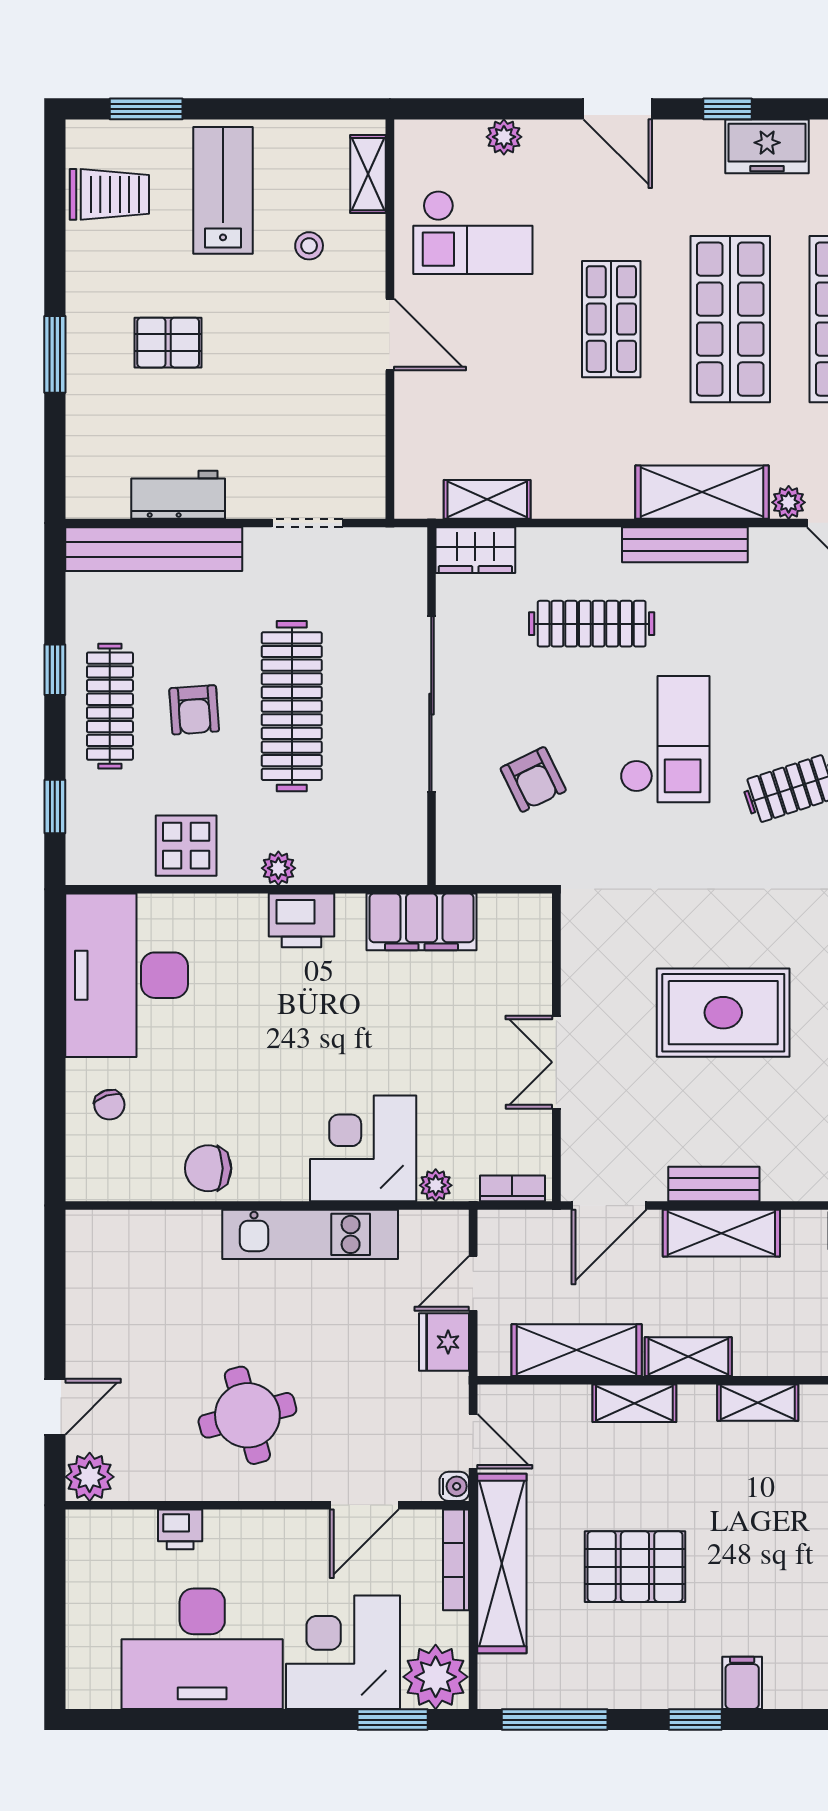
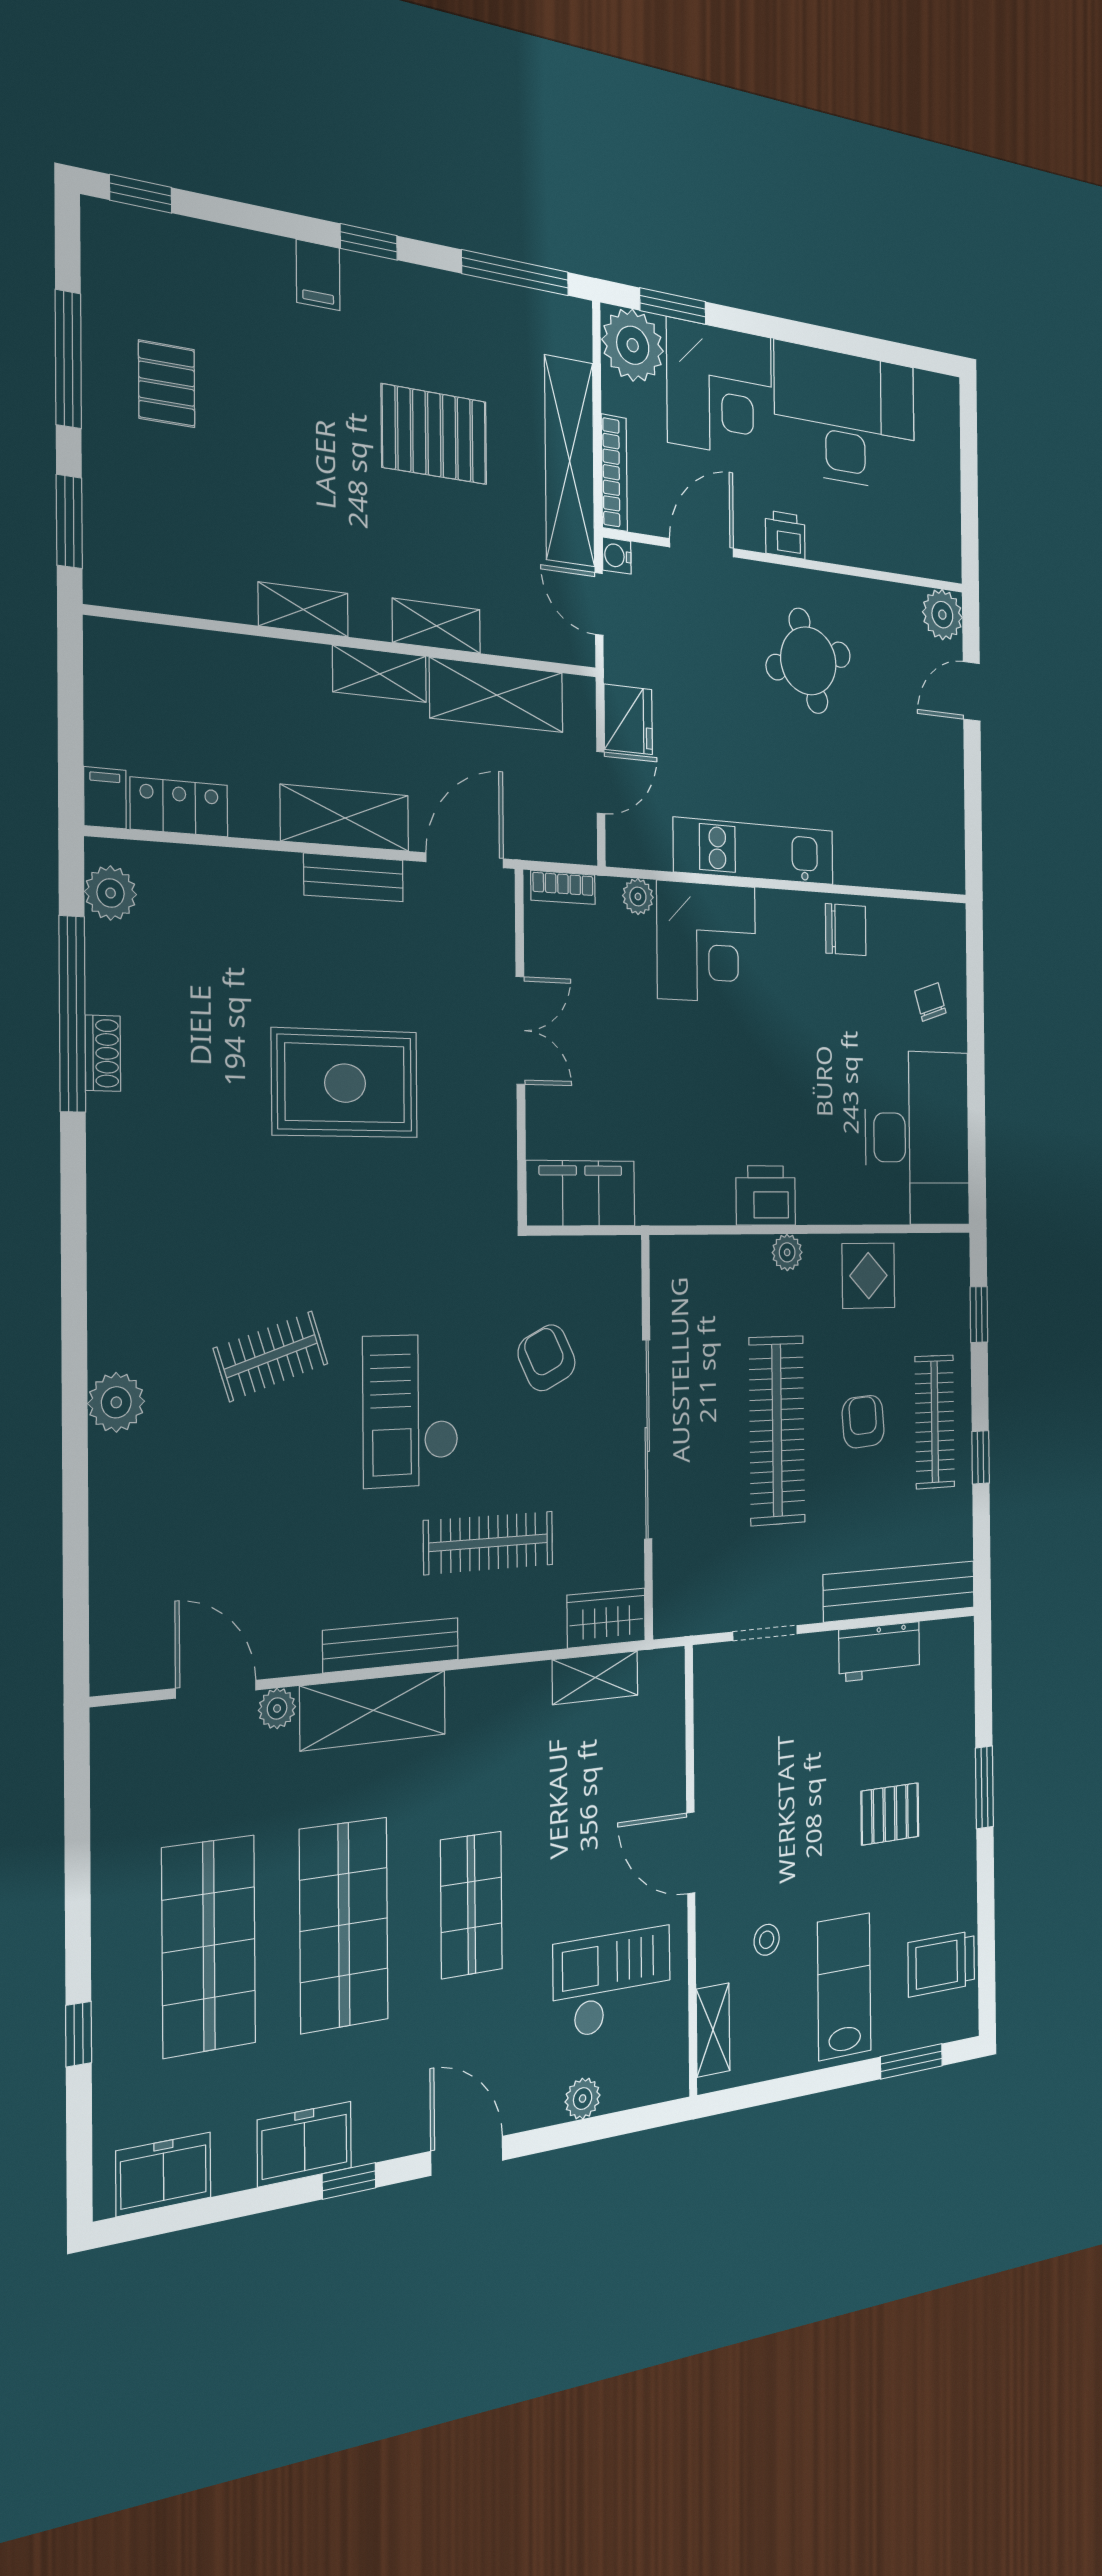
lab bench: (223, 190) -> (844, 1987), turned 180
filing cabinet: (421, 922) -> (581, 1193), moved
printer: (180, 1529) -> (785, 535), moved

